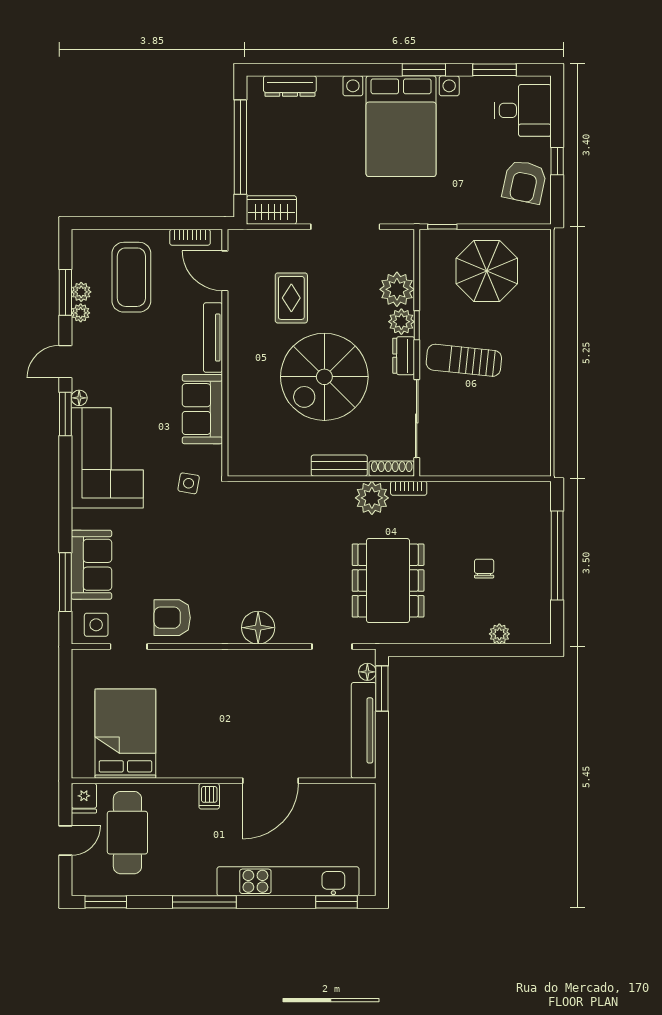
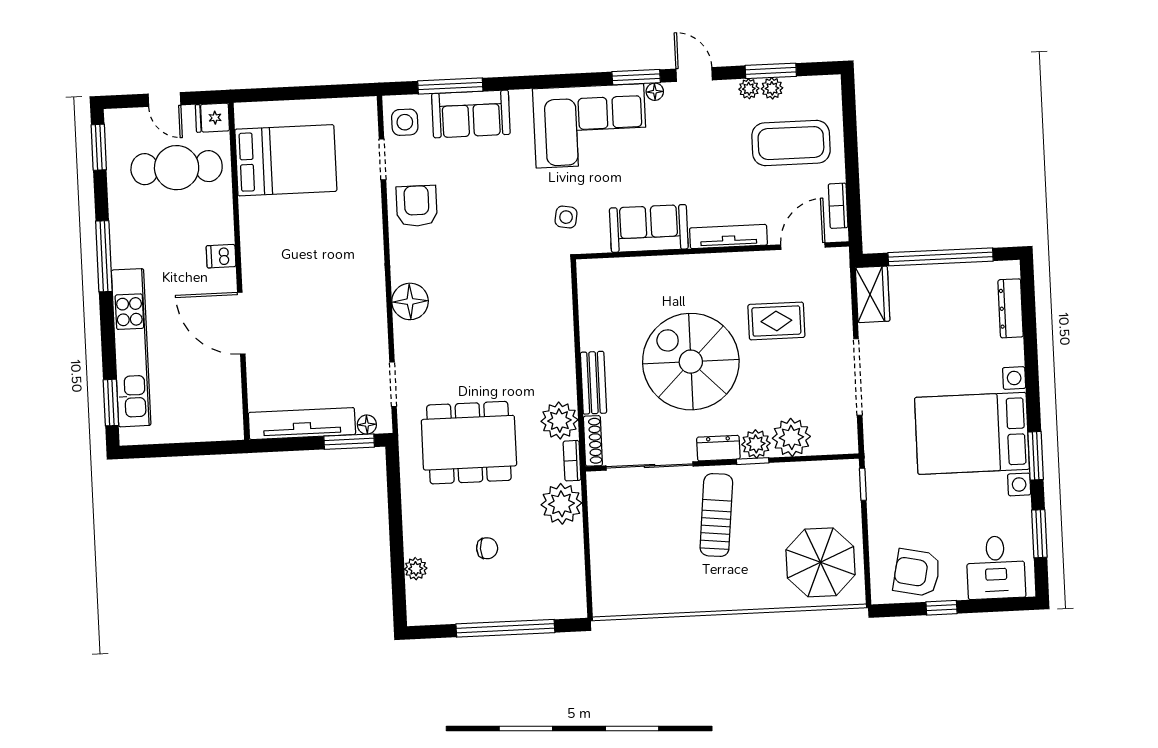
parasol: (487, 271) -> (821, 562), moved
plant: (447, 500) -> (561, 504), added

